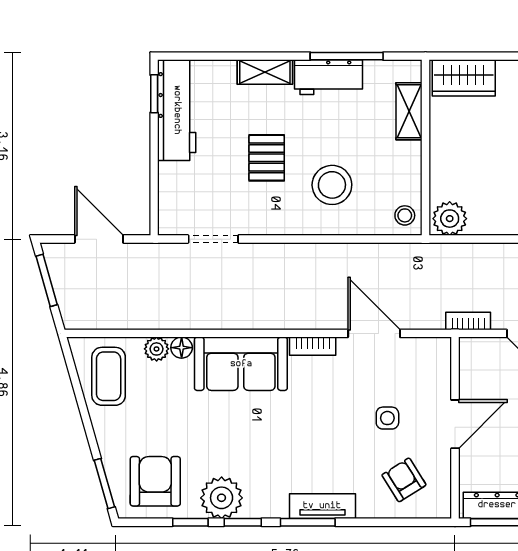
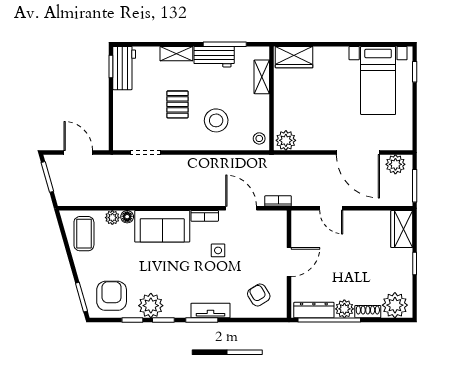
workbench: (177, 110) -> (124, 68), width x0.73
bookcase: (468, 321) -> (278, 201), moved
side table: (387, 418) -> (218, 250), moved

